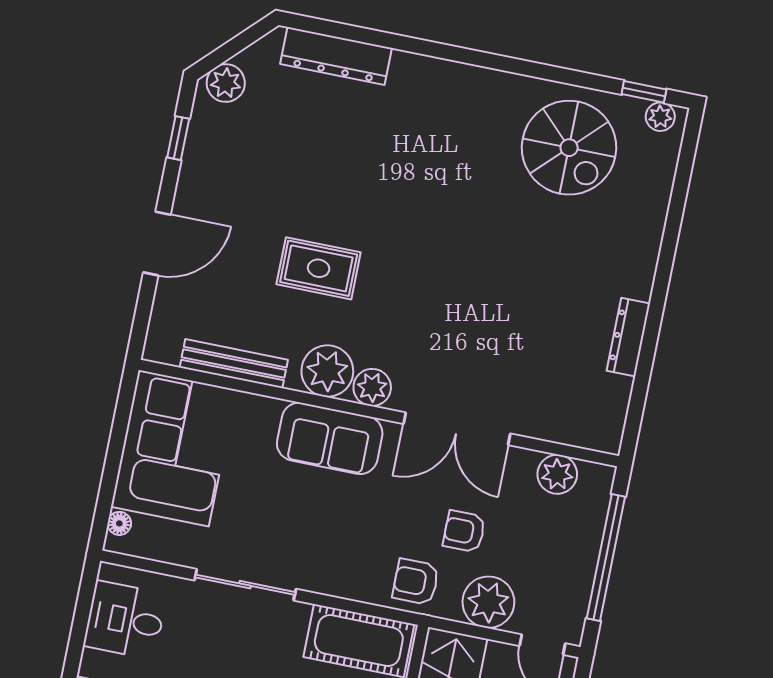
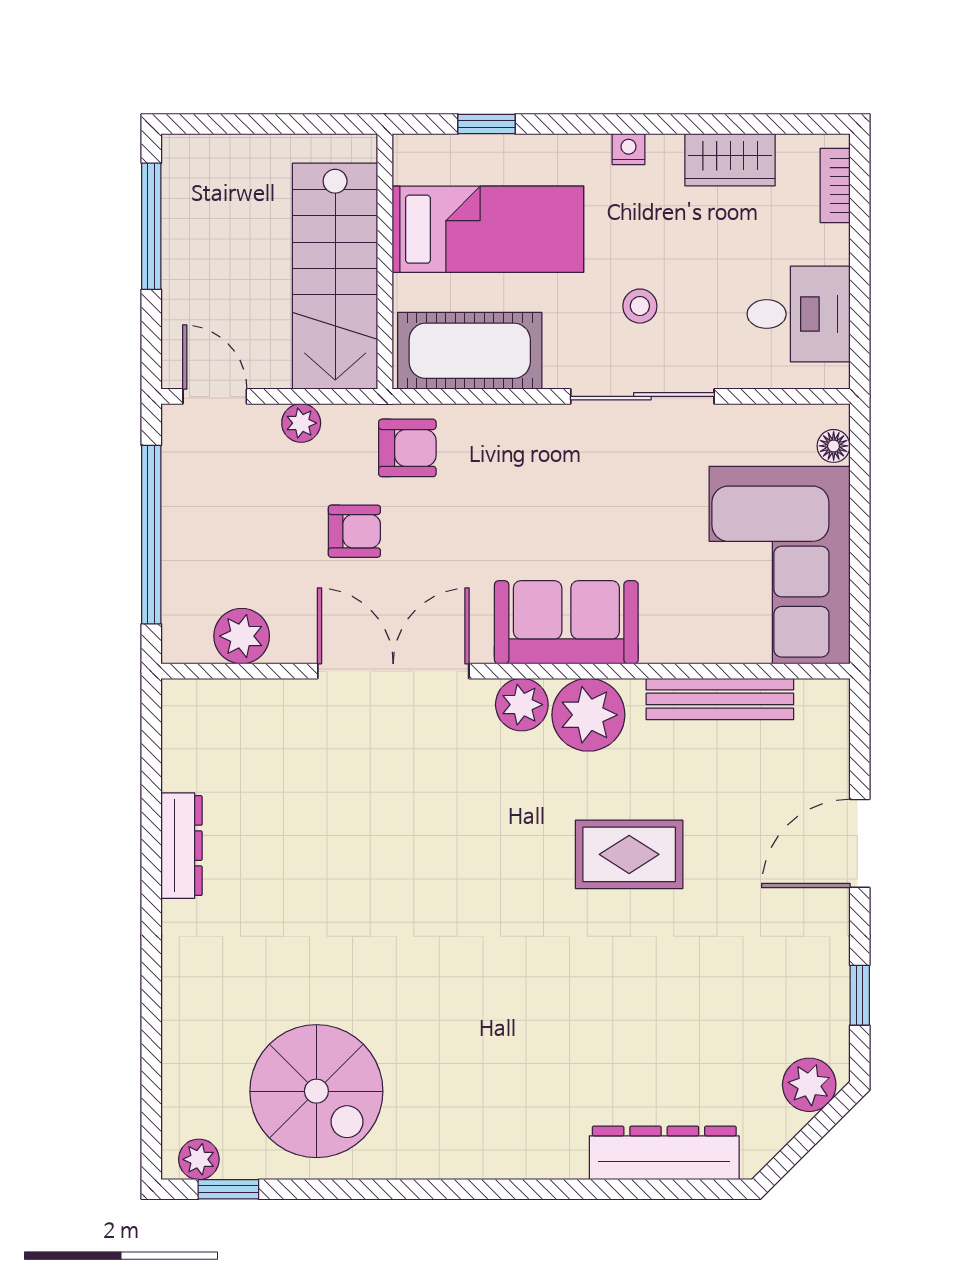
spiral stairs: (569, 148) -> (316, 1091), turned 180
plant: (488, 602) -> (301, 423), width x0.53, depth x0.53
stool: (234, 648) -> (640, 306), added

